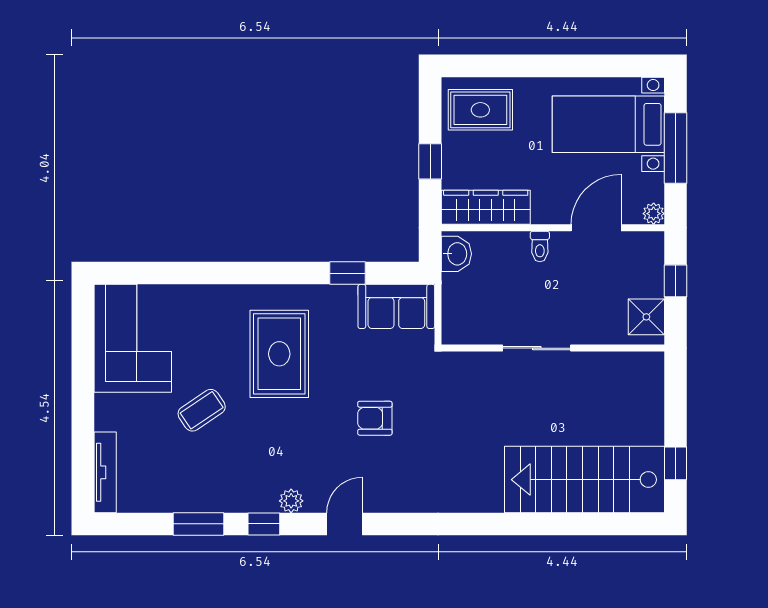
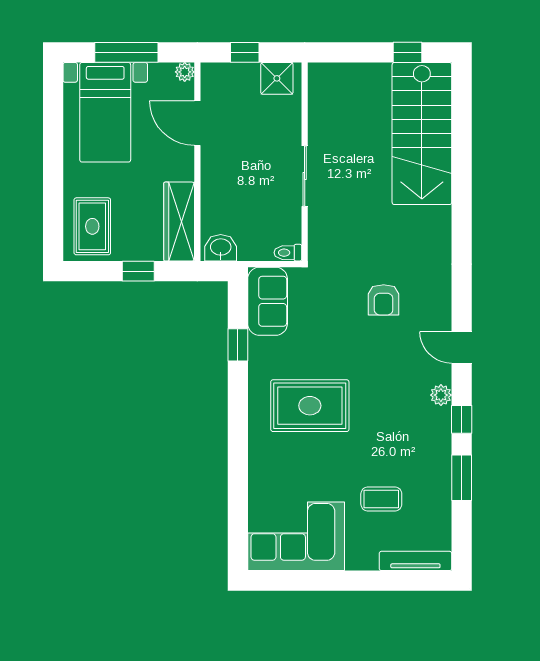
toilet: (540, 246) -> (288, 253), moved, turned 180
coffee table: (202, 410) -> (381, 499), moved, turned -56
armchair: (375, 418) -> (384, 300), moved

